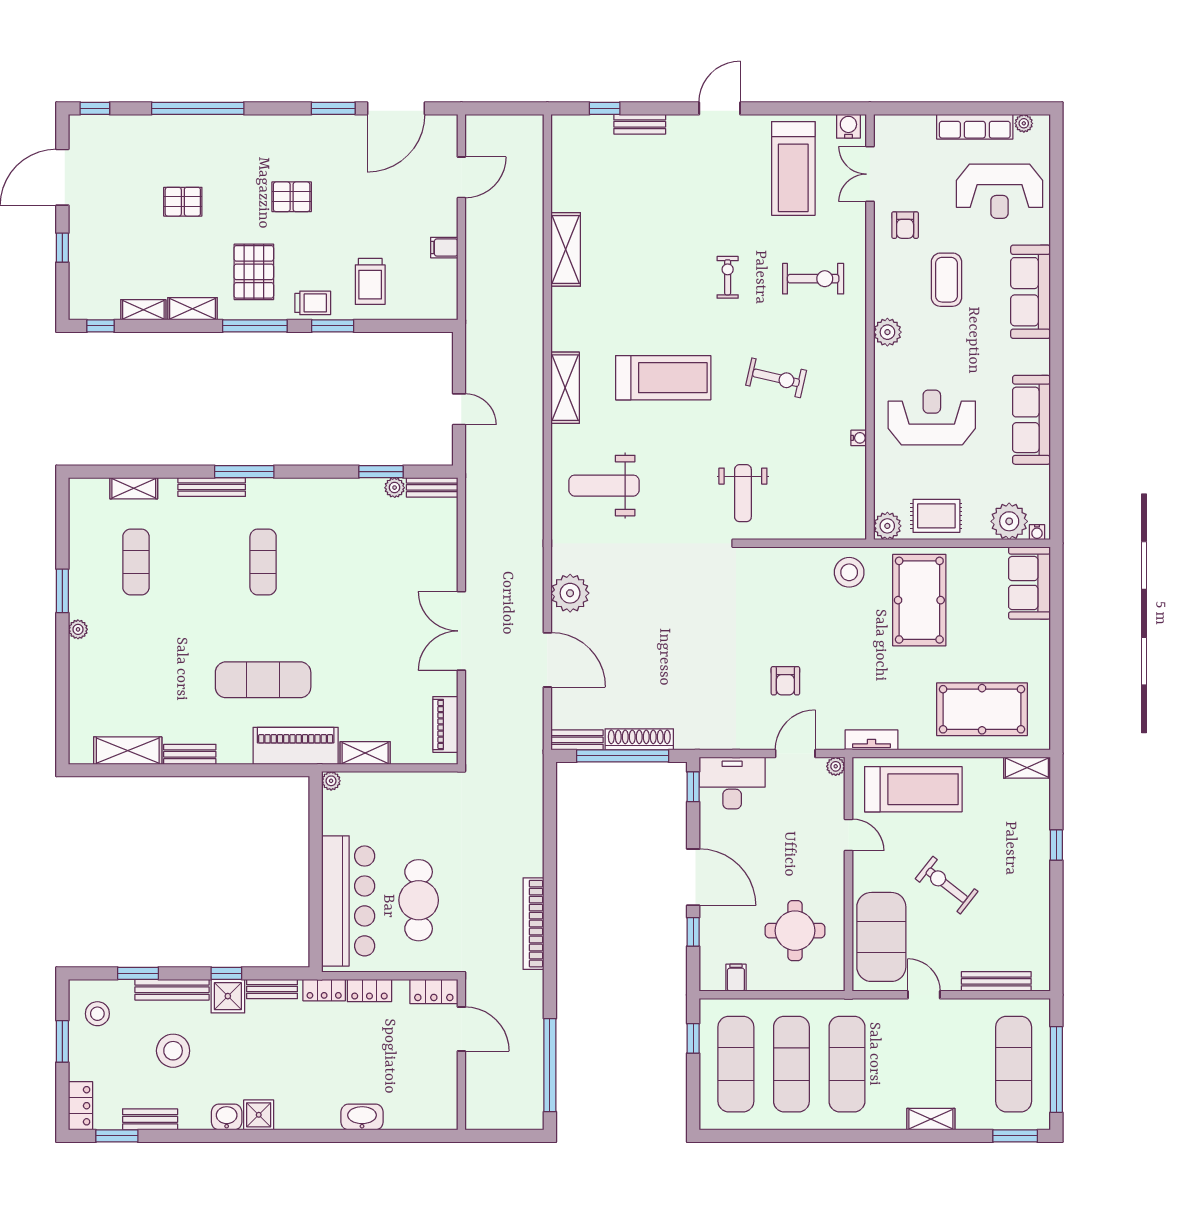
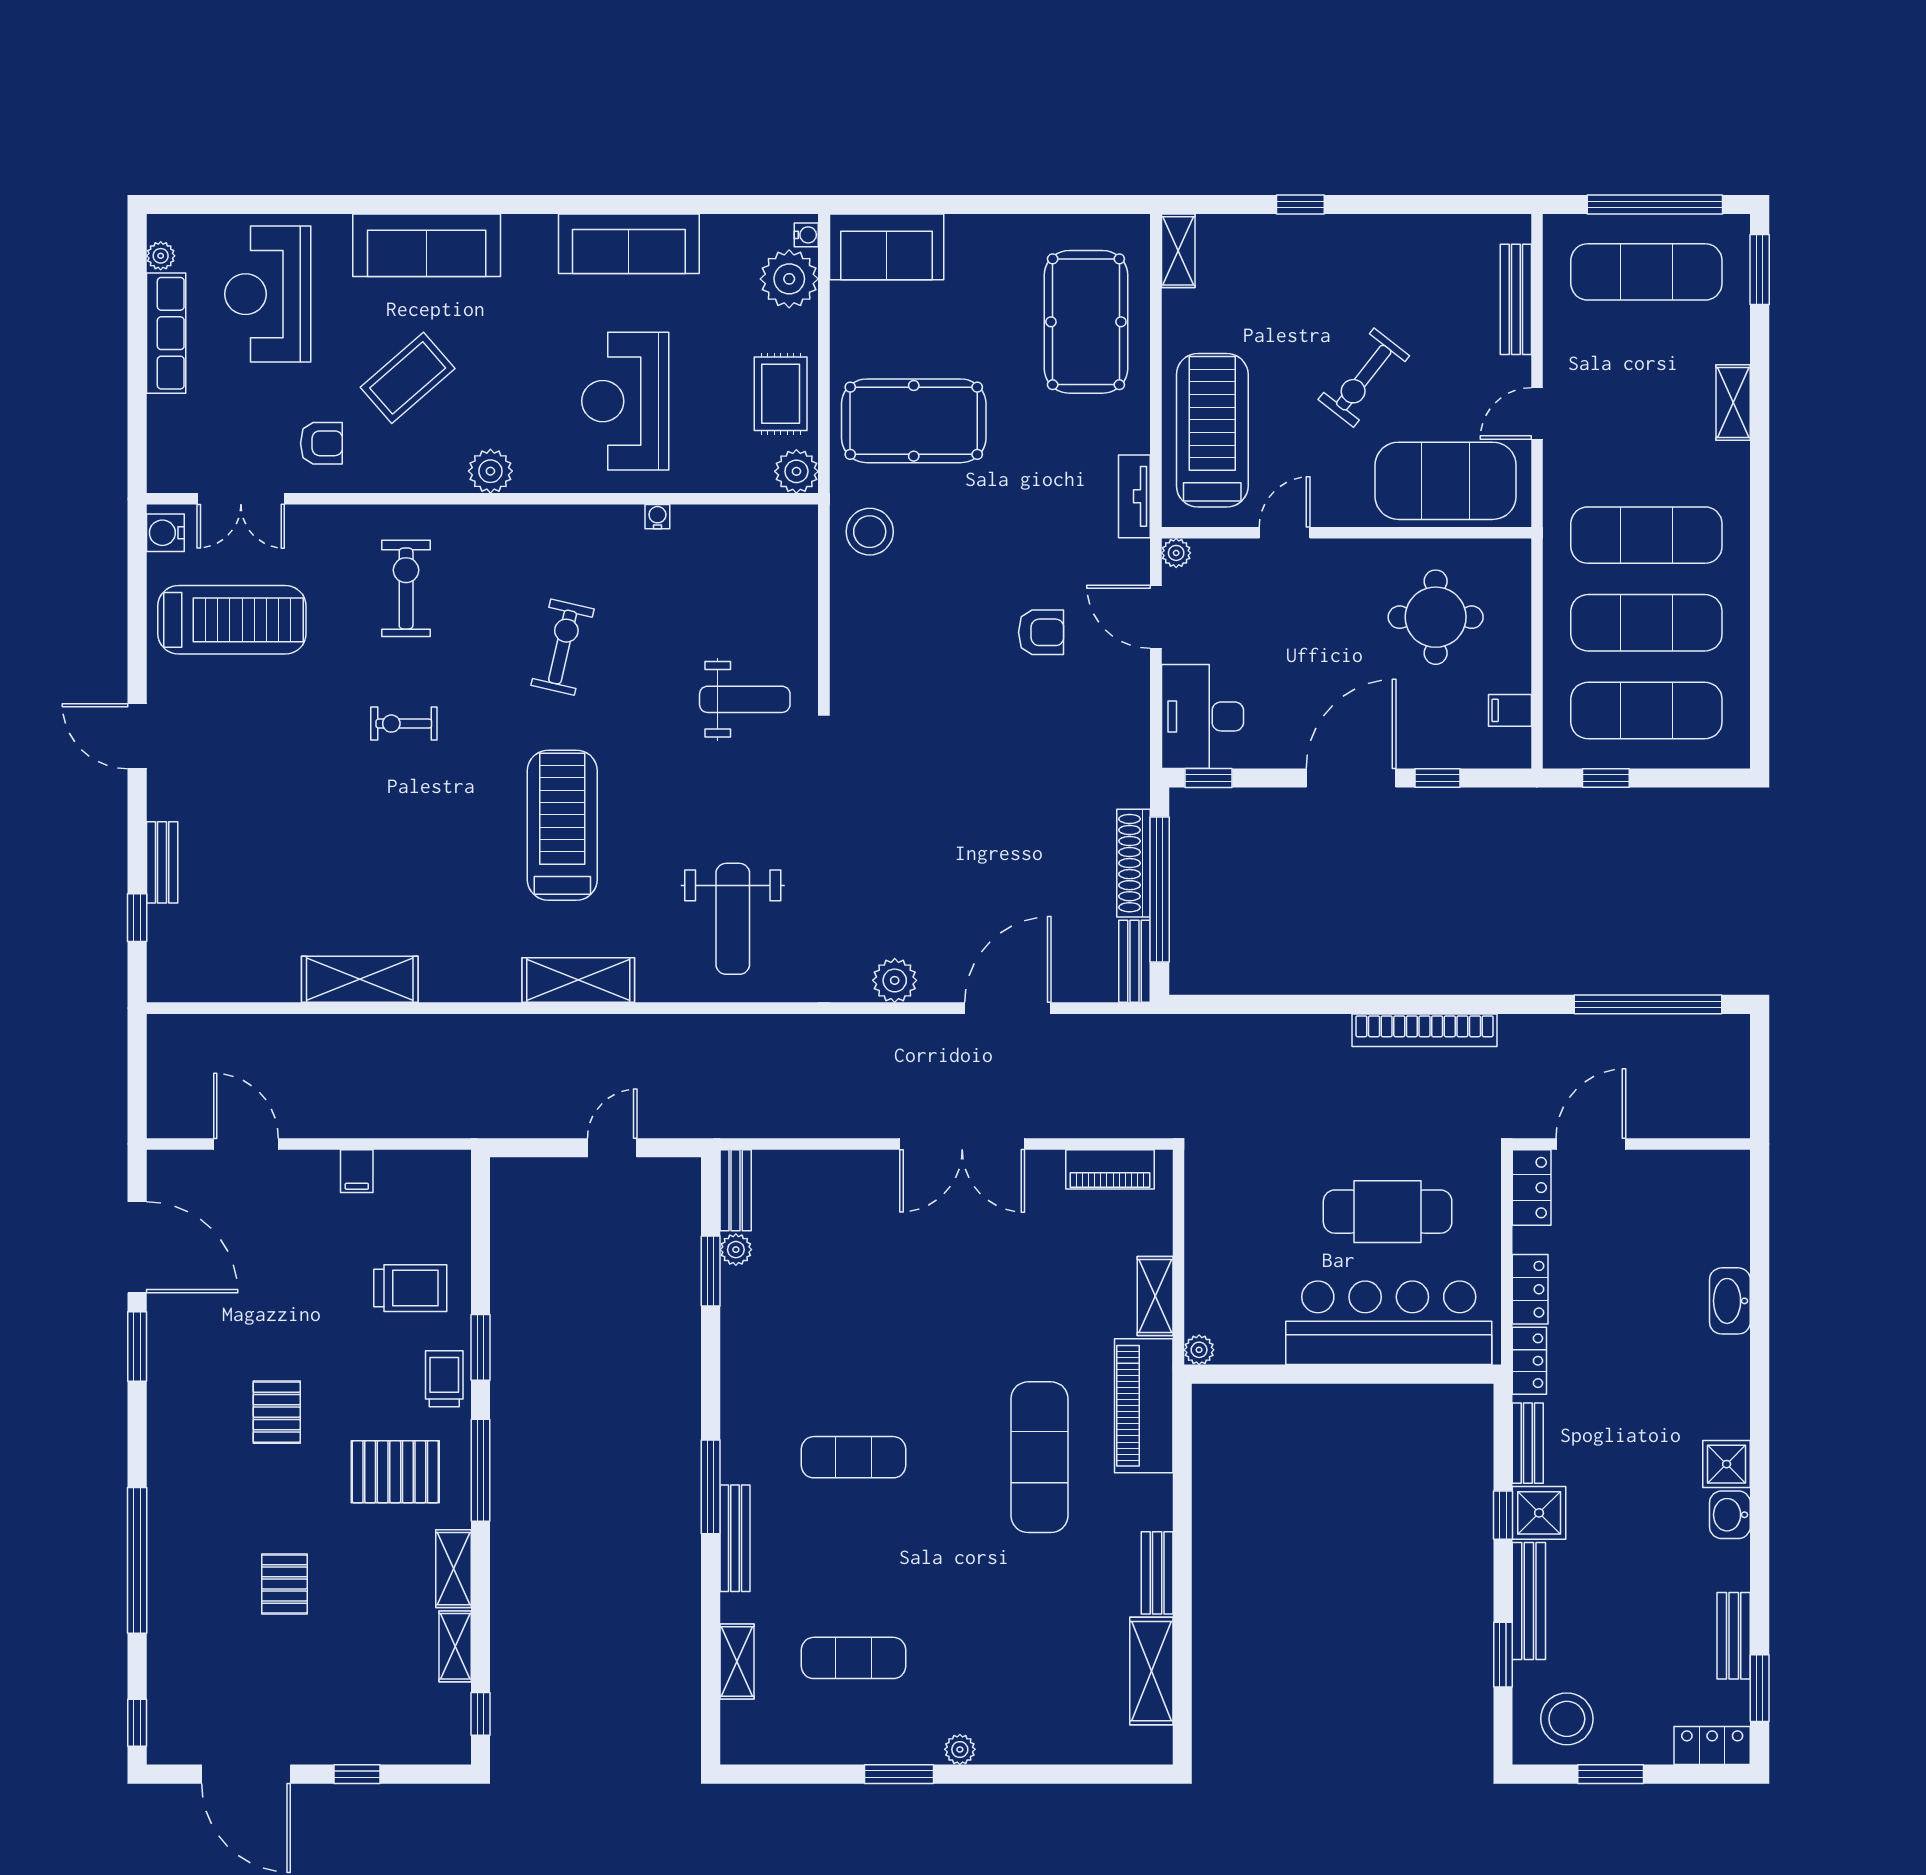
reception desk: (1000, 191) -> (268, 294), turned 180
coffee table: (946, 280) -> (408, 378), turned -41
plant: (570, 593) -> (895, 980), width x0.73, depth x0.73
stool: (97, 1014) -> (1567, 1719), width x1.38, depth x1.38
stool: (173, 1051) -> (1625, 1599), removed

